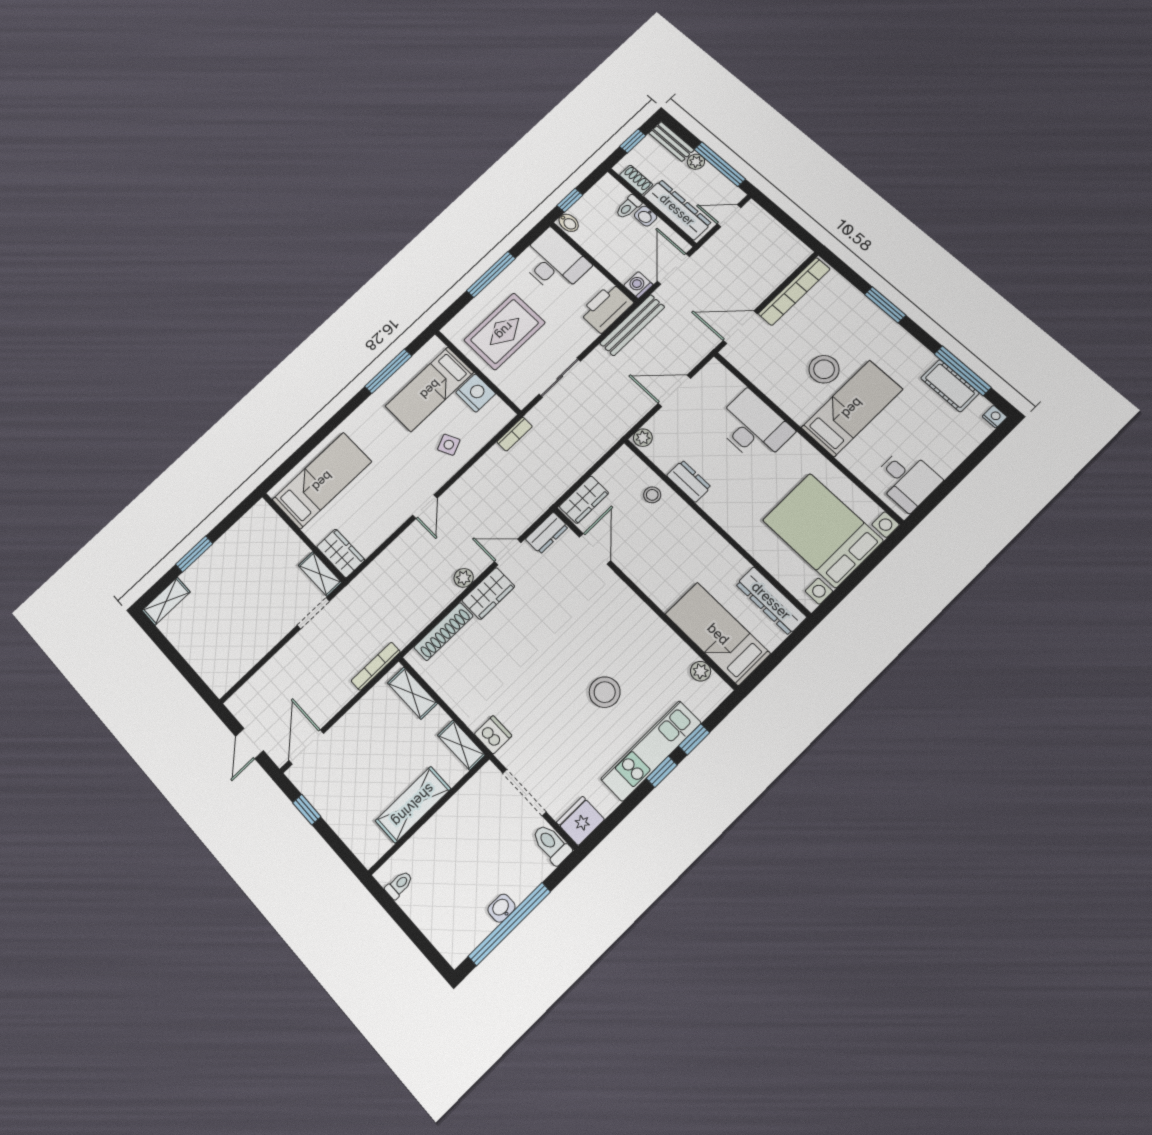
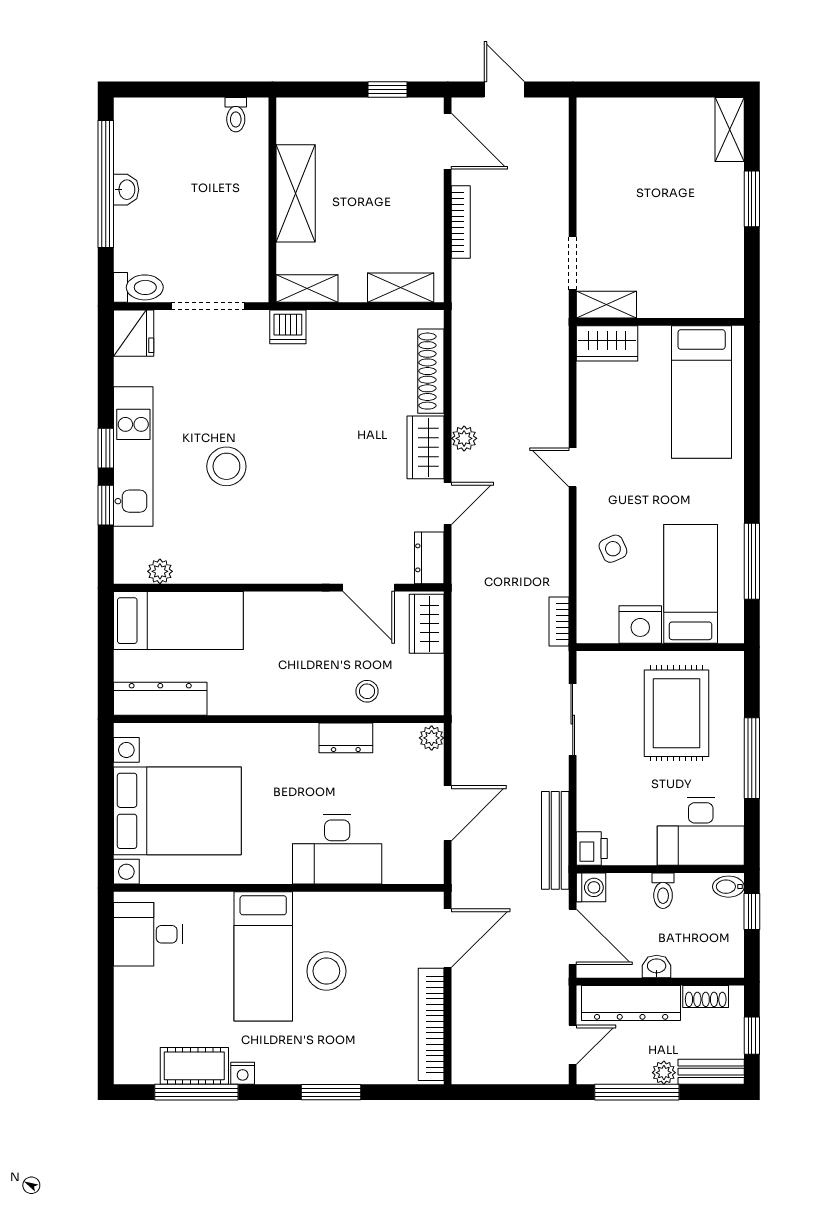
toilet: (628, 207) -> (663, 891), moved, turned 180
printer: (606, 308) -> (592, 849), width x0.53, depth x0.68
nightstand: (995, 417) -> (243, 1073), moved
bookcase: (376, 666) -> (461, 222), moved

